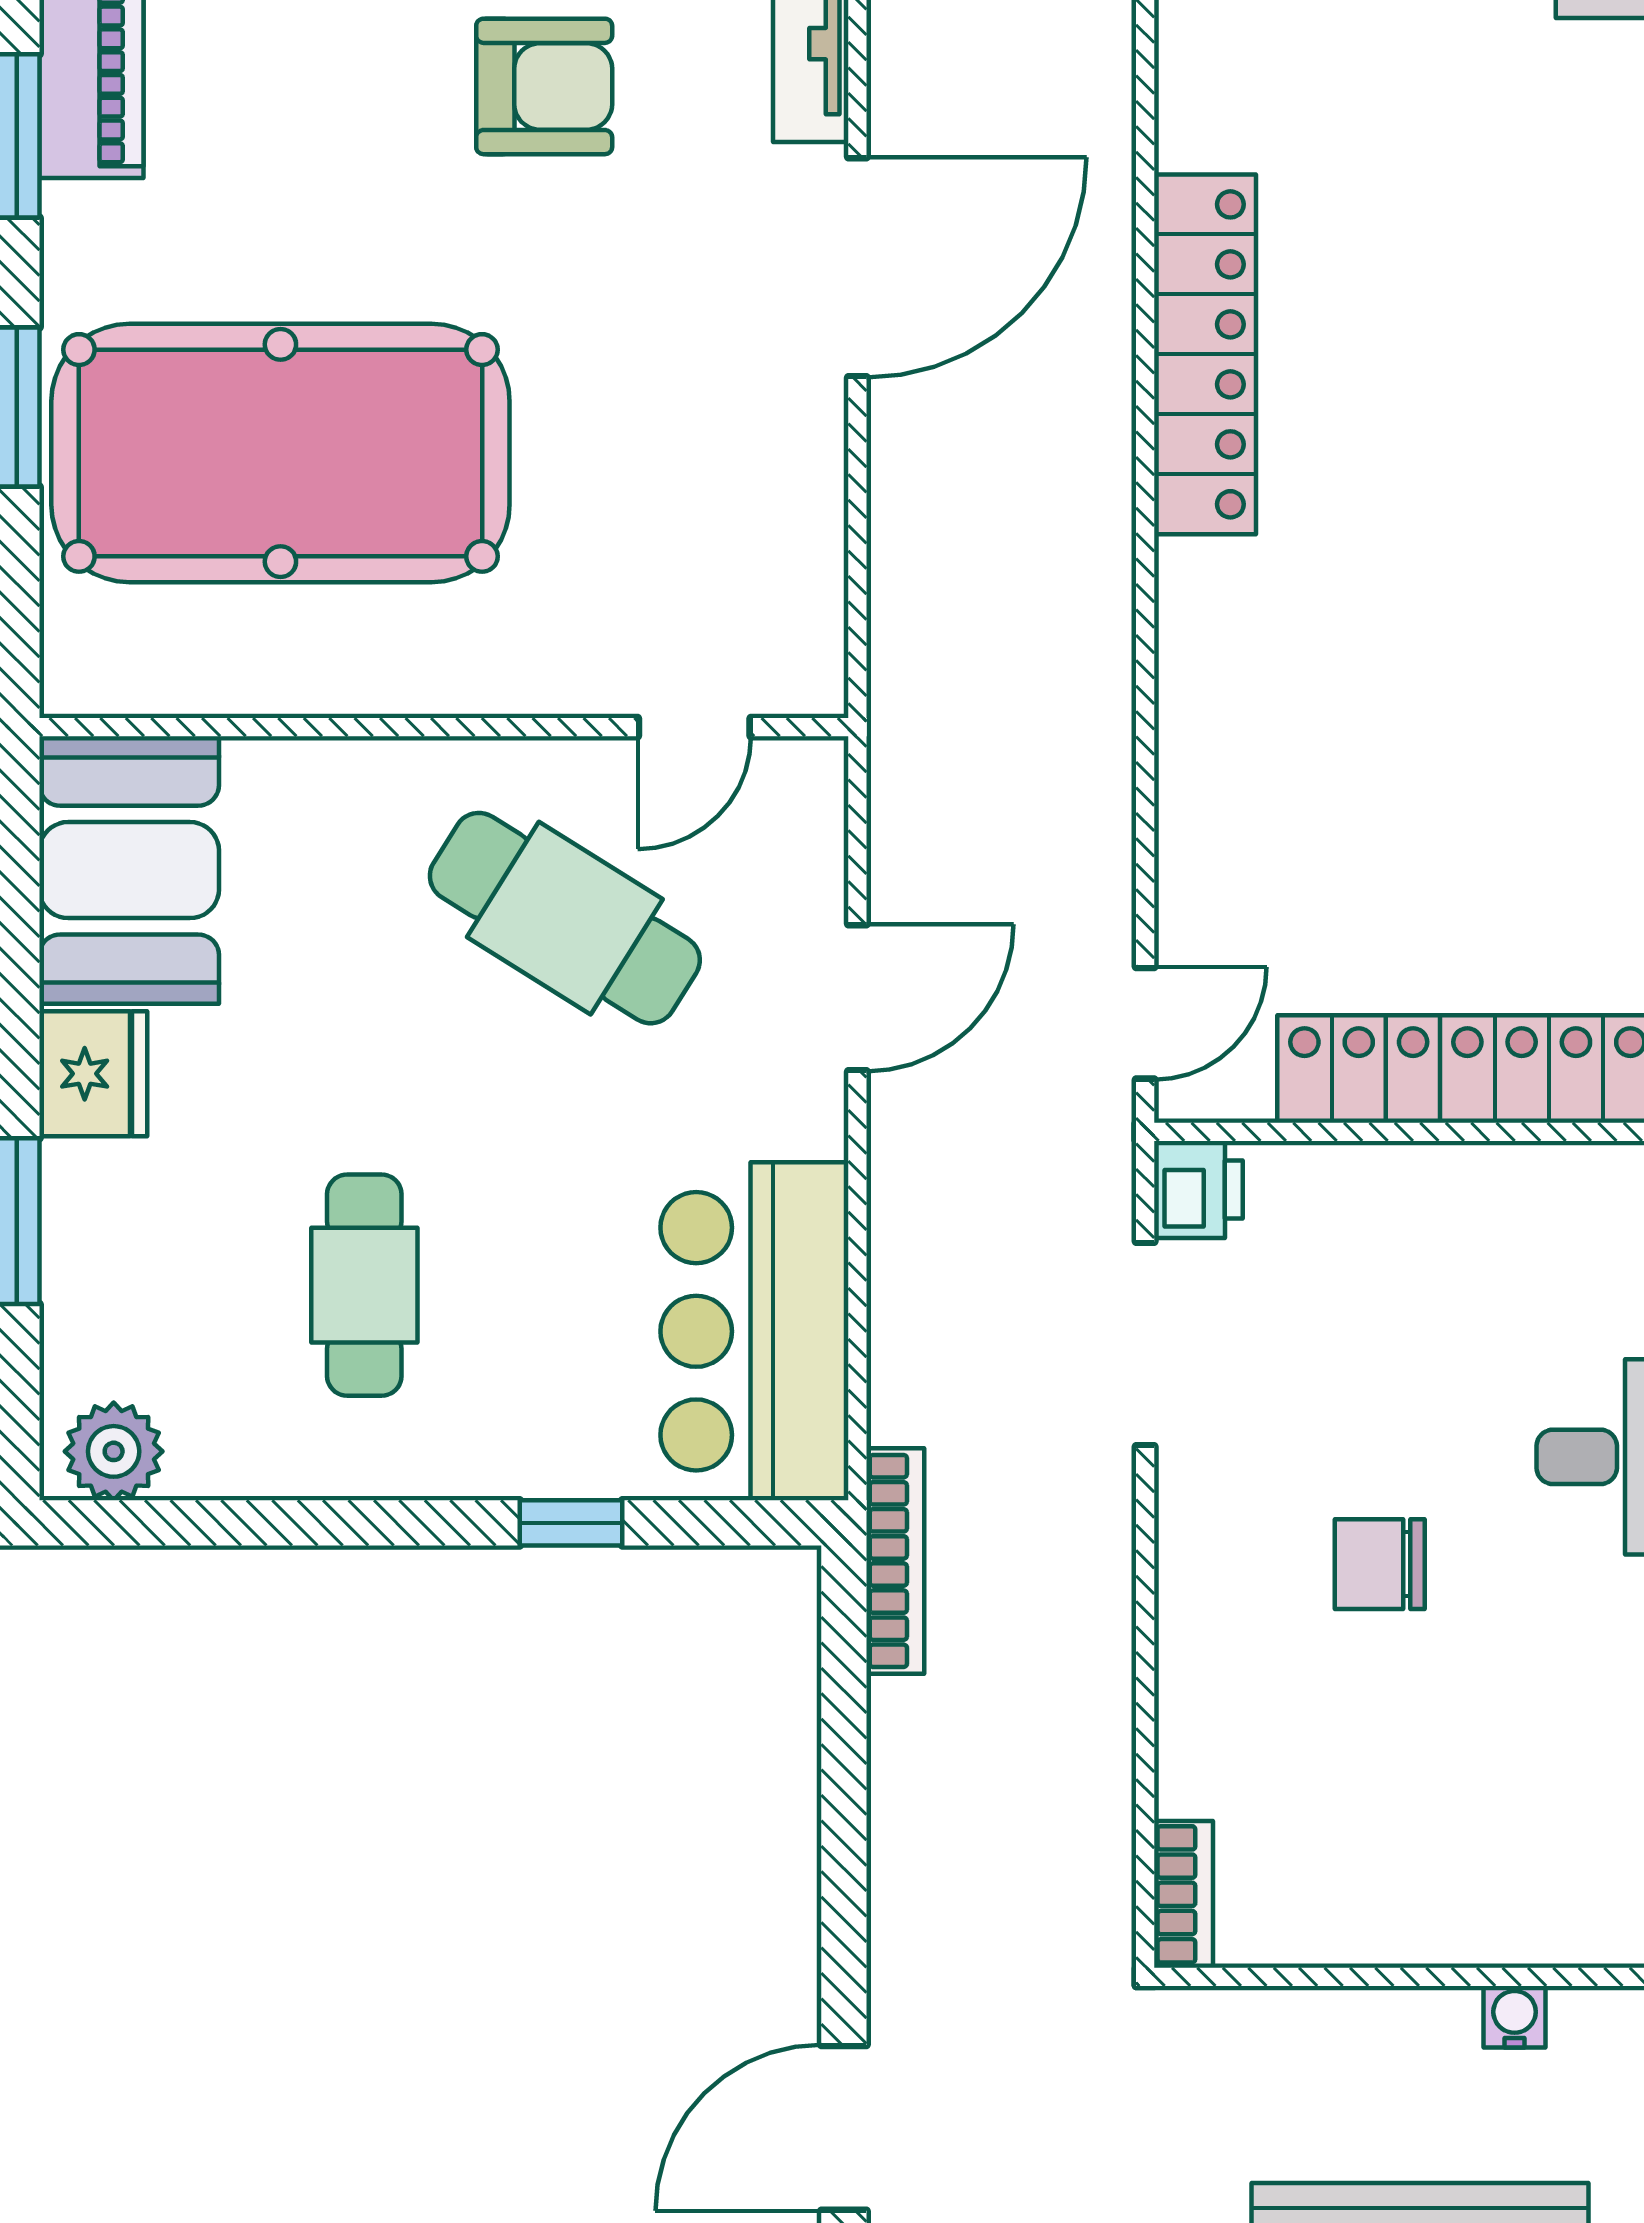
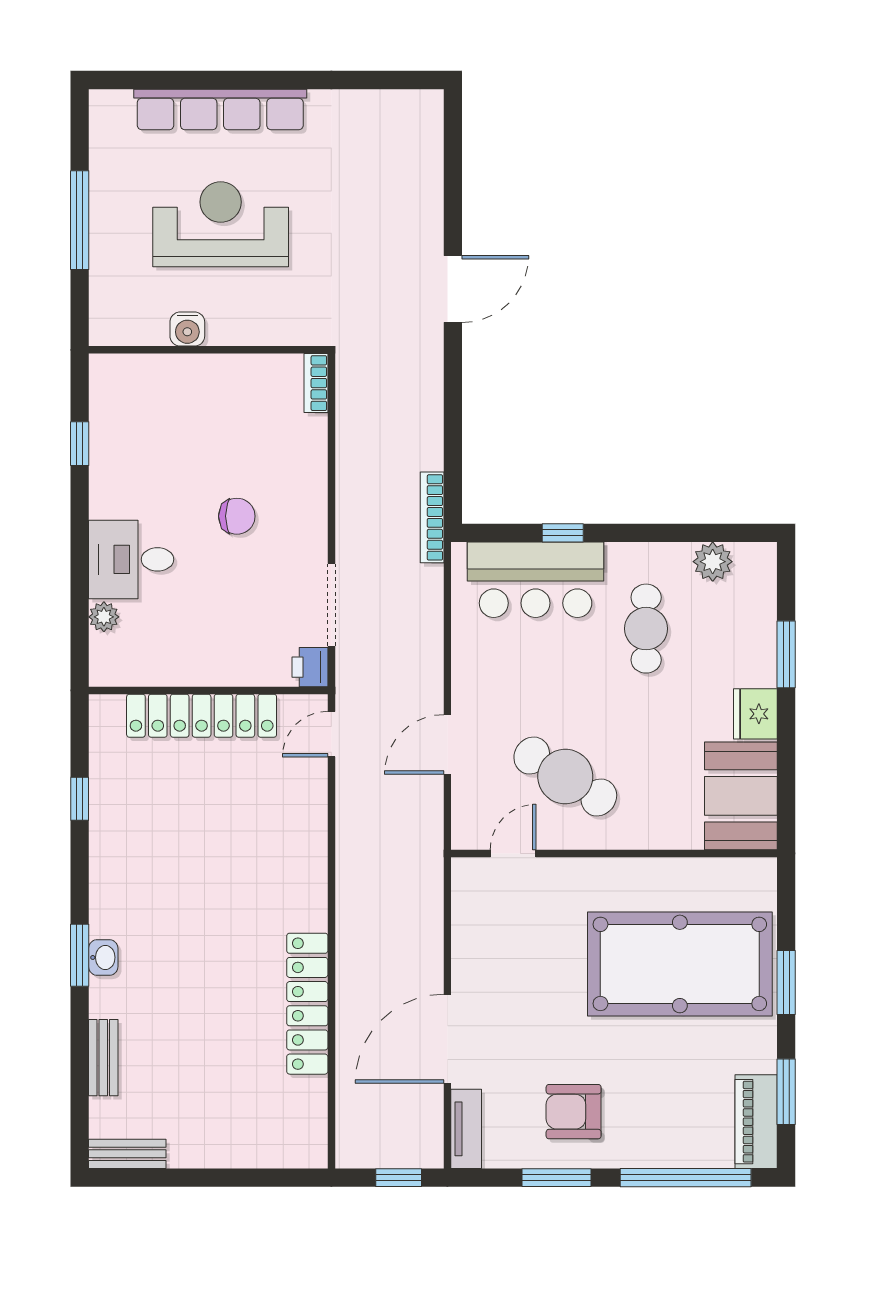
bar counter: (754, 1331) -> (536, 580), moved, turned 90
plant: (114, 1451) -> (713, 562), moved
water cooler: (1515, 2017) -> (187, 329), width x1.38, depth x1.38

